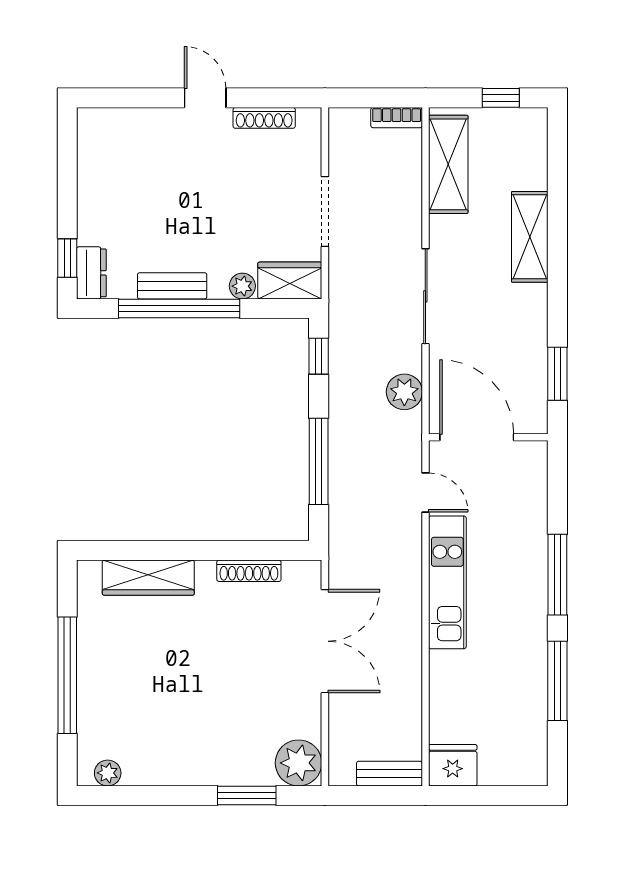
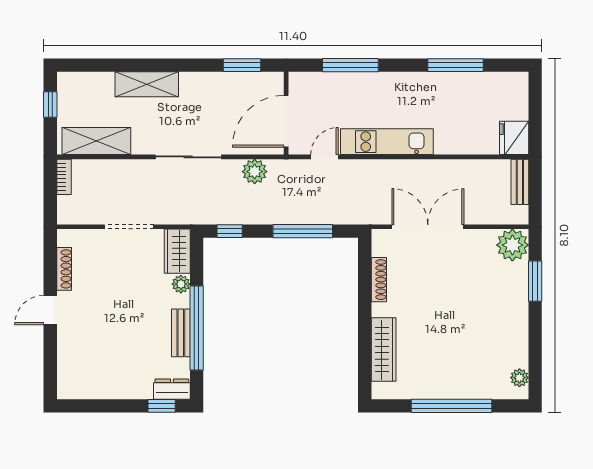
window: (557, 575) -> (350, 65), moved

